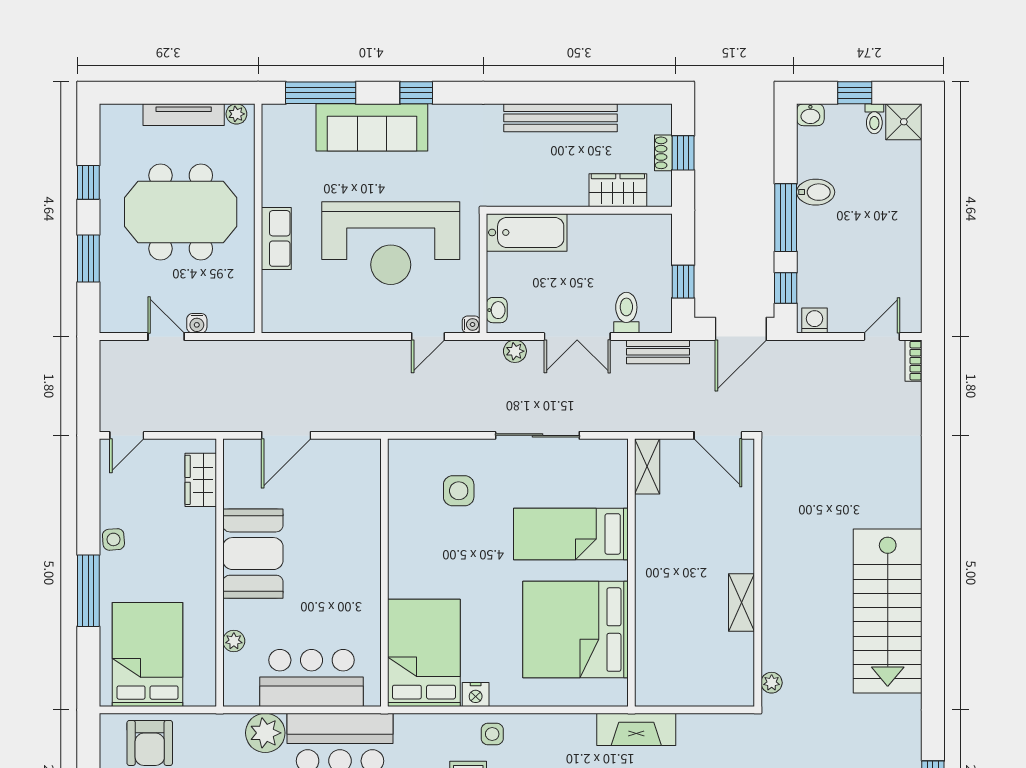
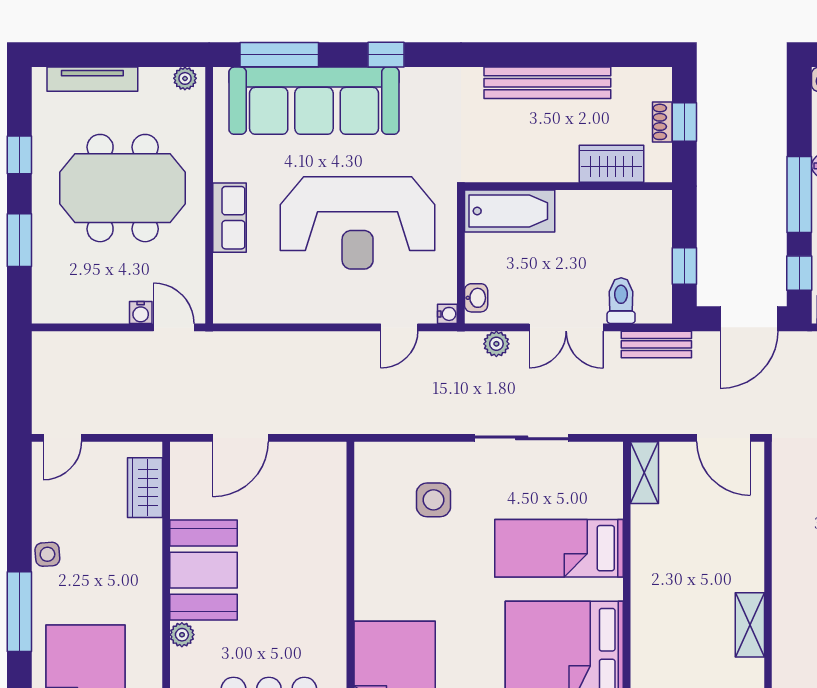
tv unit: (184, 115) -> (92, 79), moved
sofa: (372, 127) -> (314, 101), width x1.36, depth x1.27
door: (166, 337) -> (174, 327), moved
plant: (234, 641) -> (182, 635), moved

